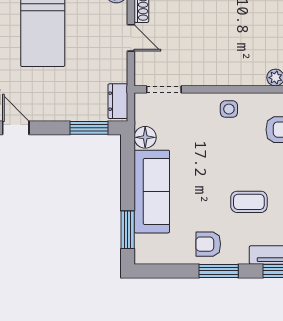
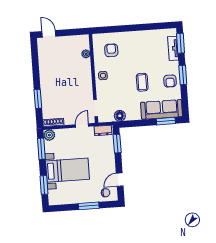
door: (131, 38) -> (82, 125), moved
sofa: (152, 192) -> (162, 109), moved
coffee table: (249, 202) -> (142, 82), moved

